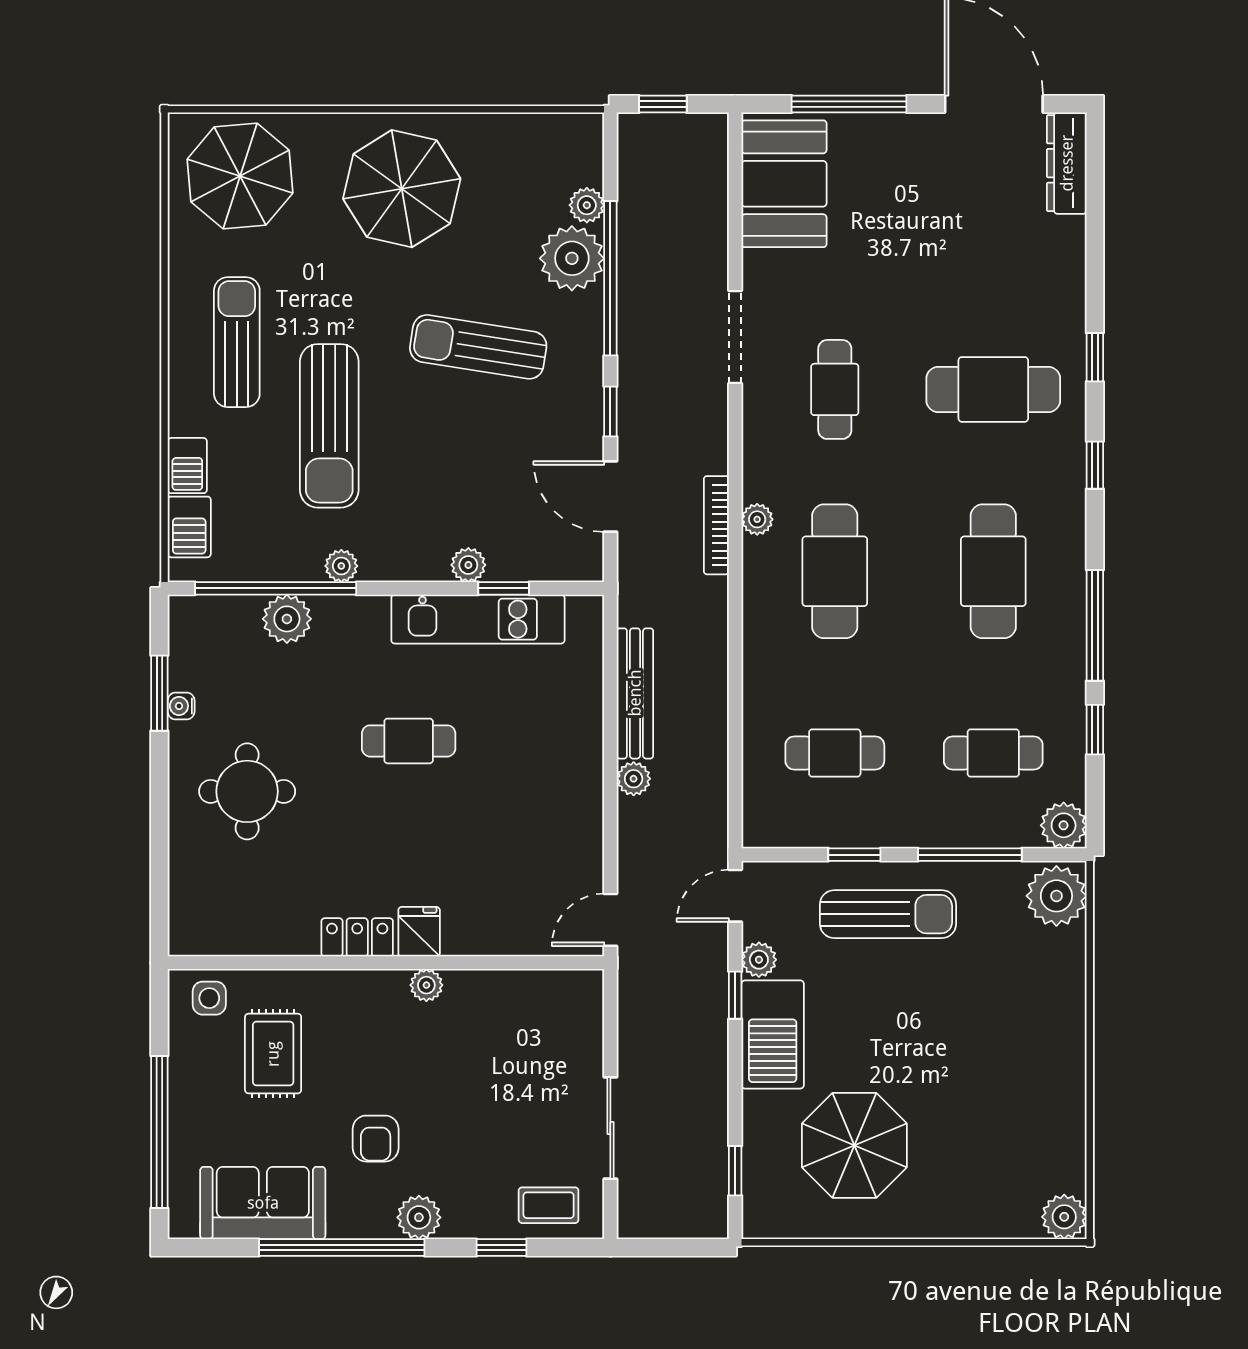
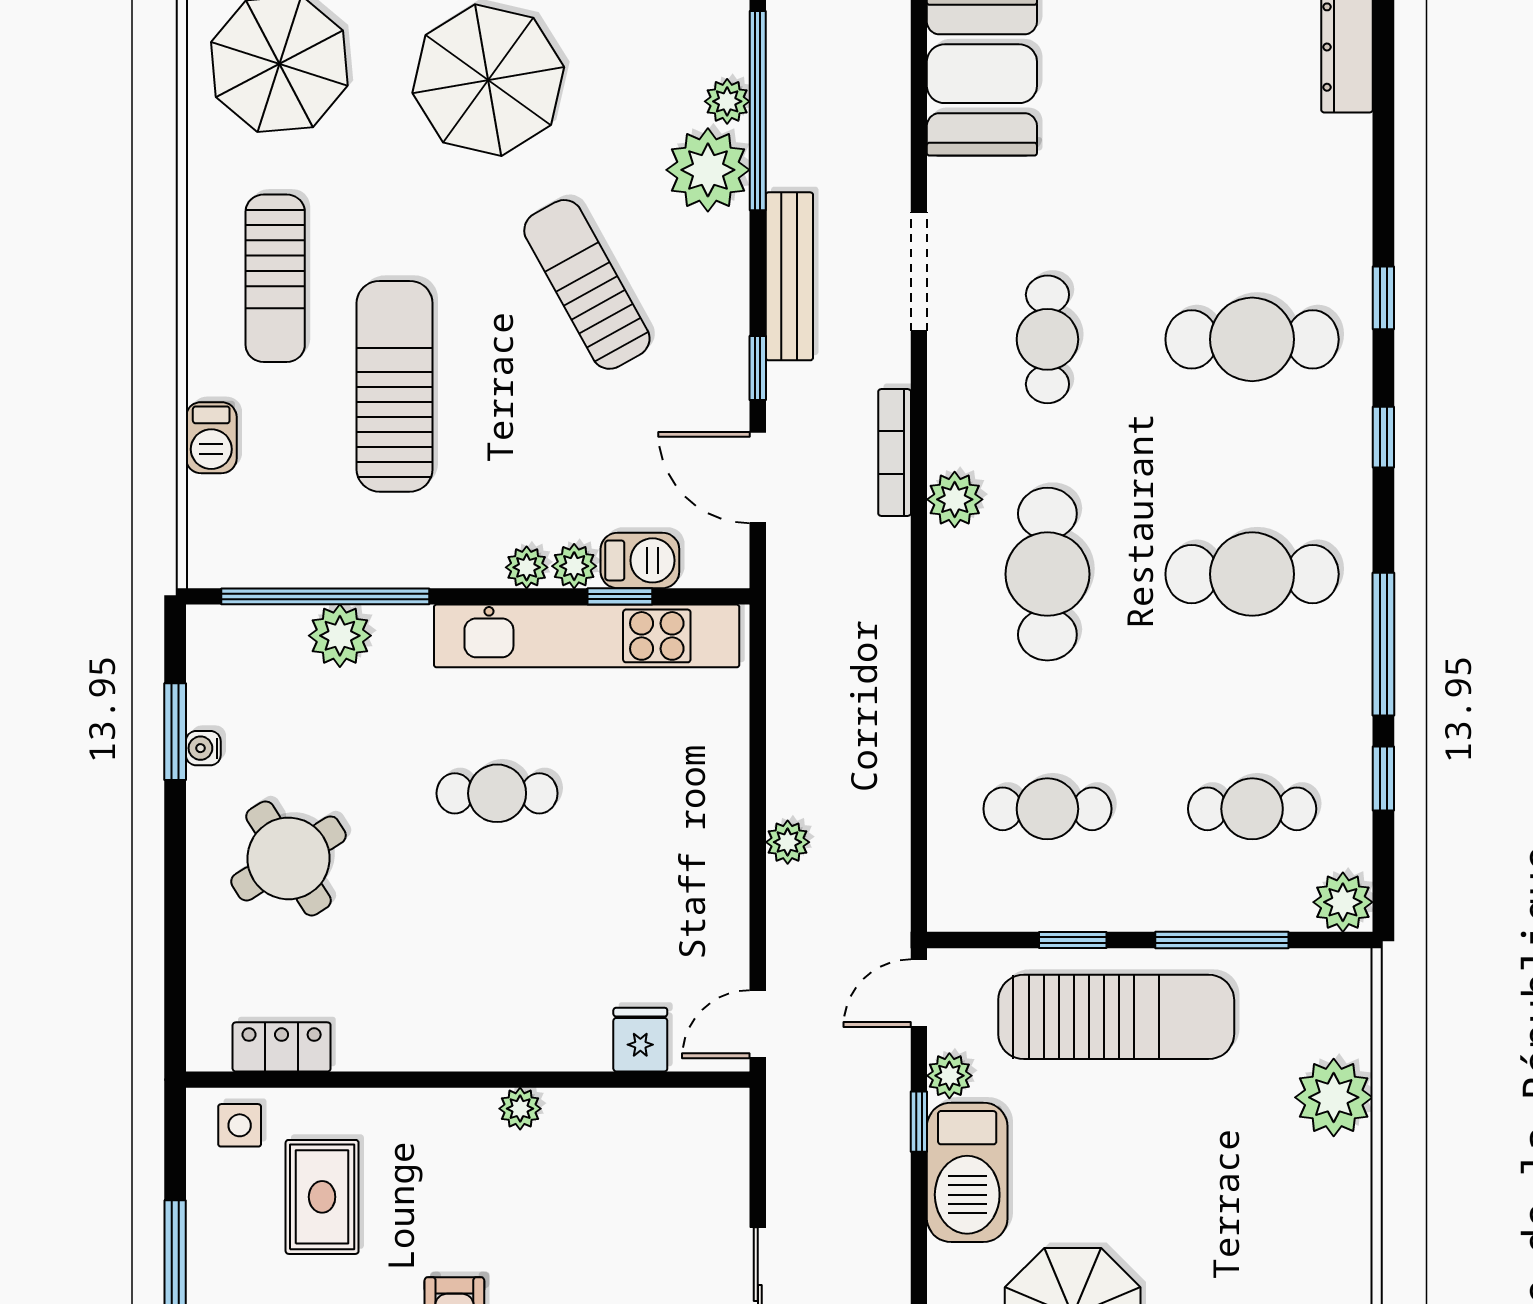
window: (610, 278) -> (758, 111), moved
sun lounger: (237, 342) -> (275, 278), turned 180
sun lounger: (478, 347) -> (587, 284), turned 52
sun lounger: (329, 426) -> (395, 386), turned 180
plant: (757, 519) -> (955, 499), width x1.38, depth x1.38
bookcase: (716, 525) -> (895, 453), moved
barbecue: (189, 527) -> (640, 560), moved, turned -90
plant: (341, 566) -> (527, 567), moved
cafe table: (993, 571) -> (1252, 574), turned 90
kitchen unit: (478, 619) -> (587, 636), width x1.36
bench: (635, 693) -> (789, 276), moved
round table: (247, 791) -> (288, 858), turned -32
plant: (1056, 896) -> (1334, 1097), moved
sun lounger: (888, 914) -> (1116, 1017), width x1.36, depth x1.34
fridge: (419, 932) -> (640, 1040), moved
locker: (357, 937) -> (282, 1047), moved

